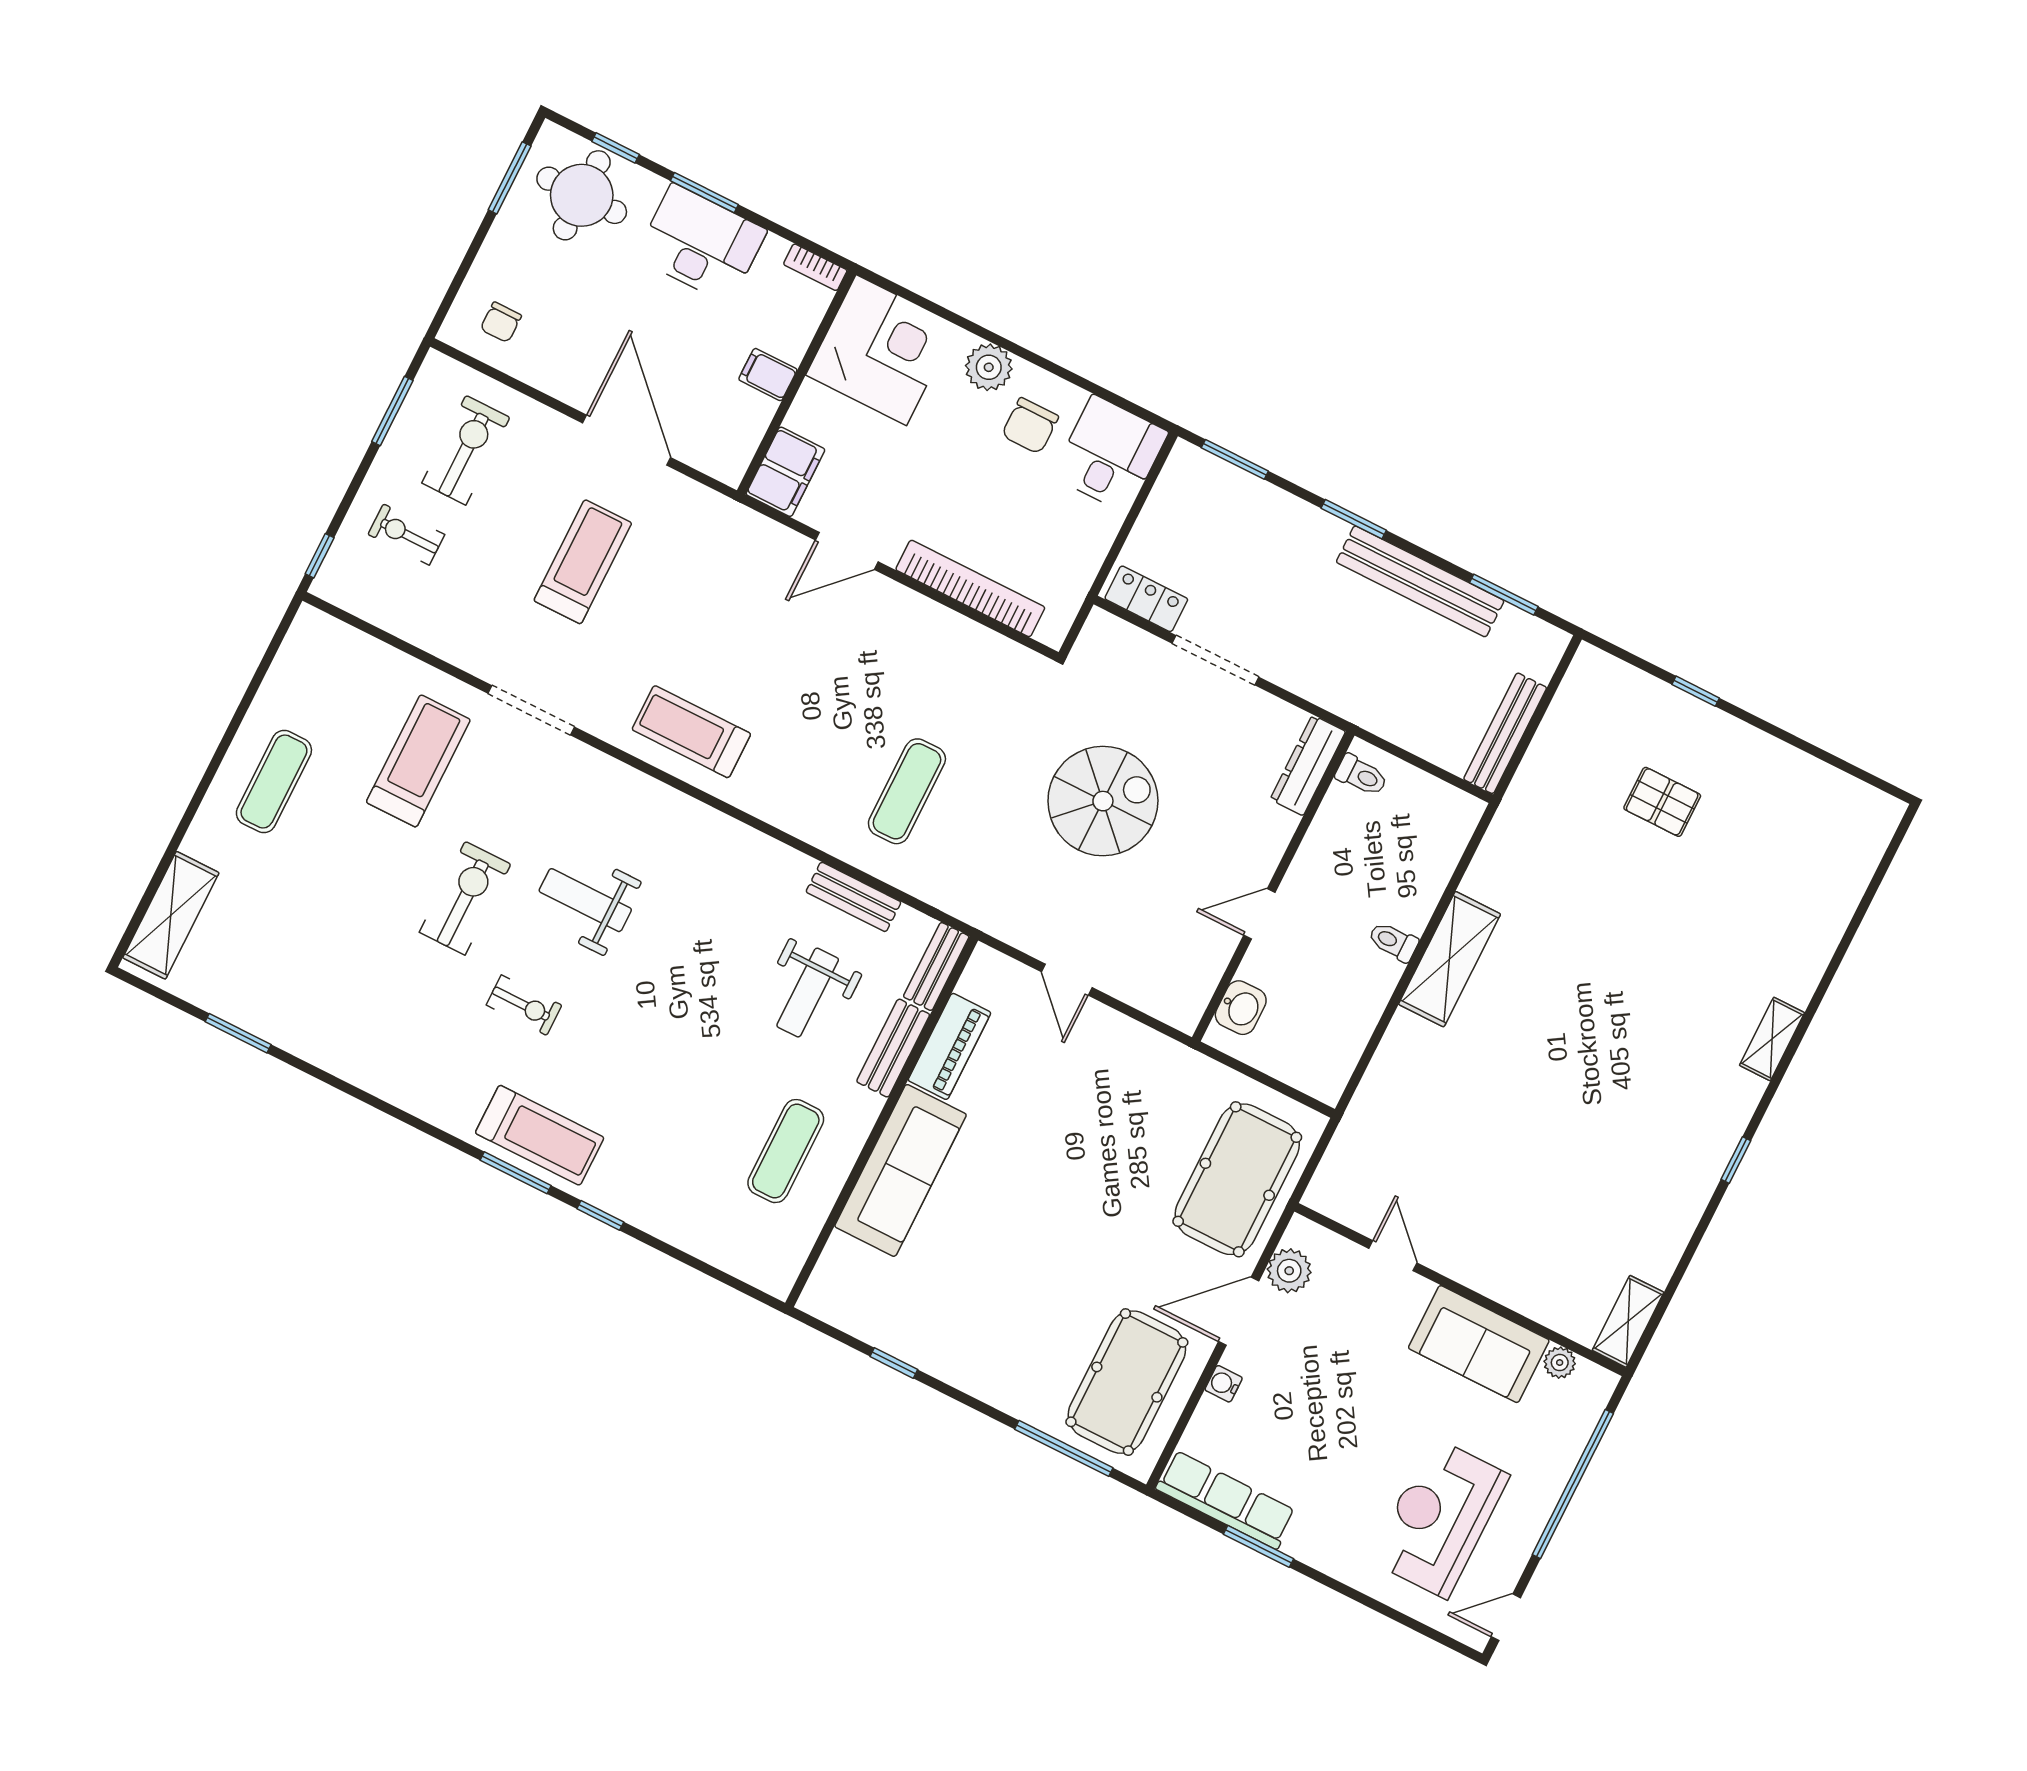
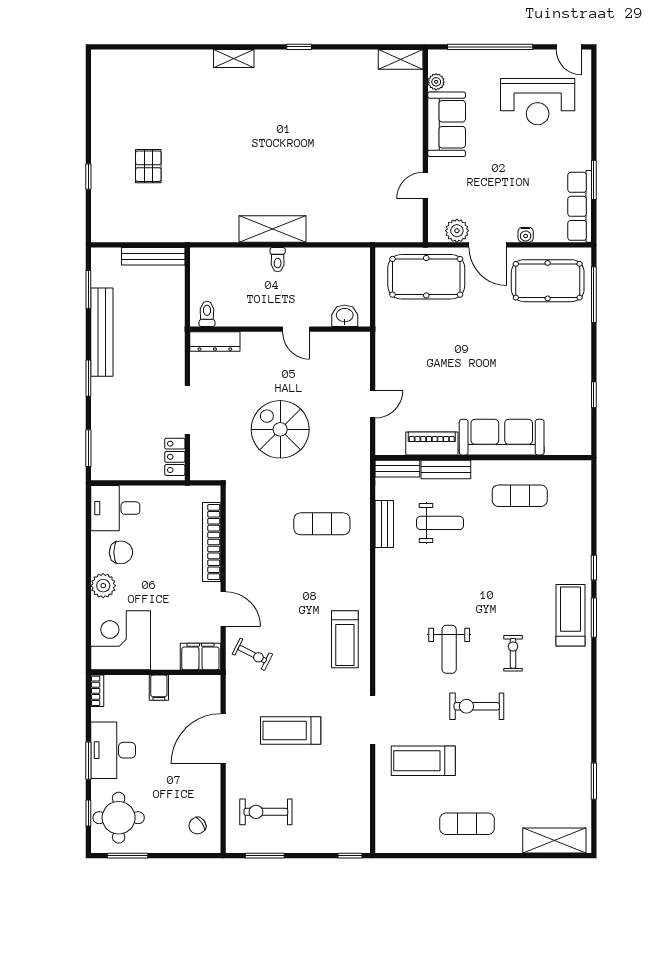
chair: (501, 322) -> (197, 826), turned 145
exercise bike: (406, 535) -> (252, 654), moved, turned -63

